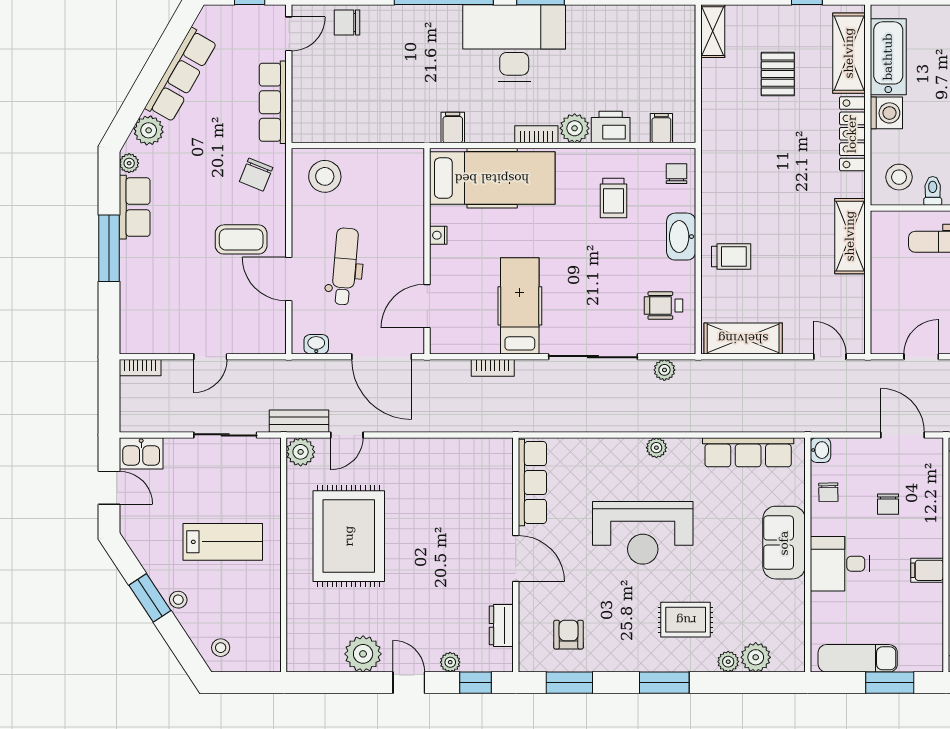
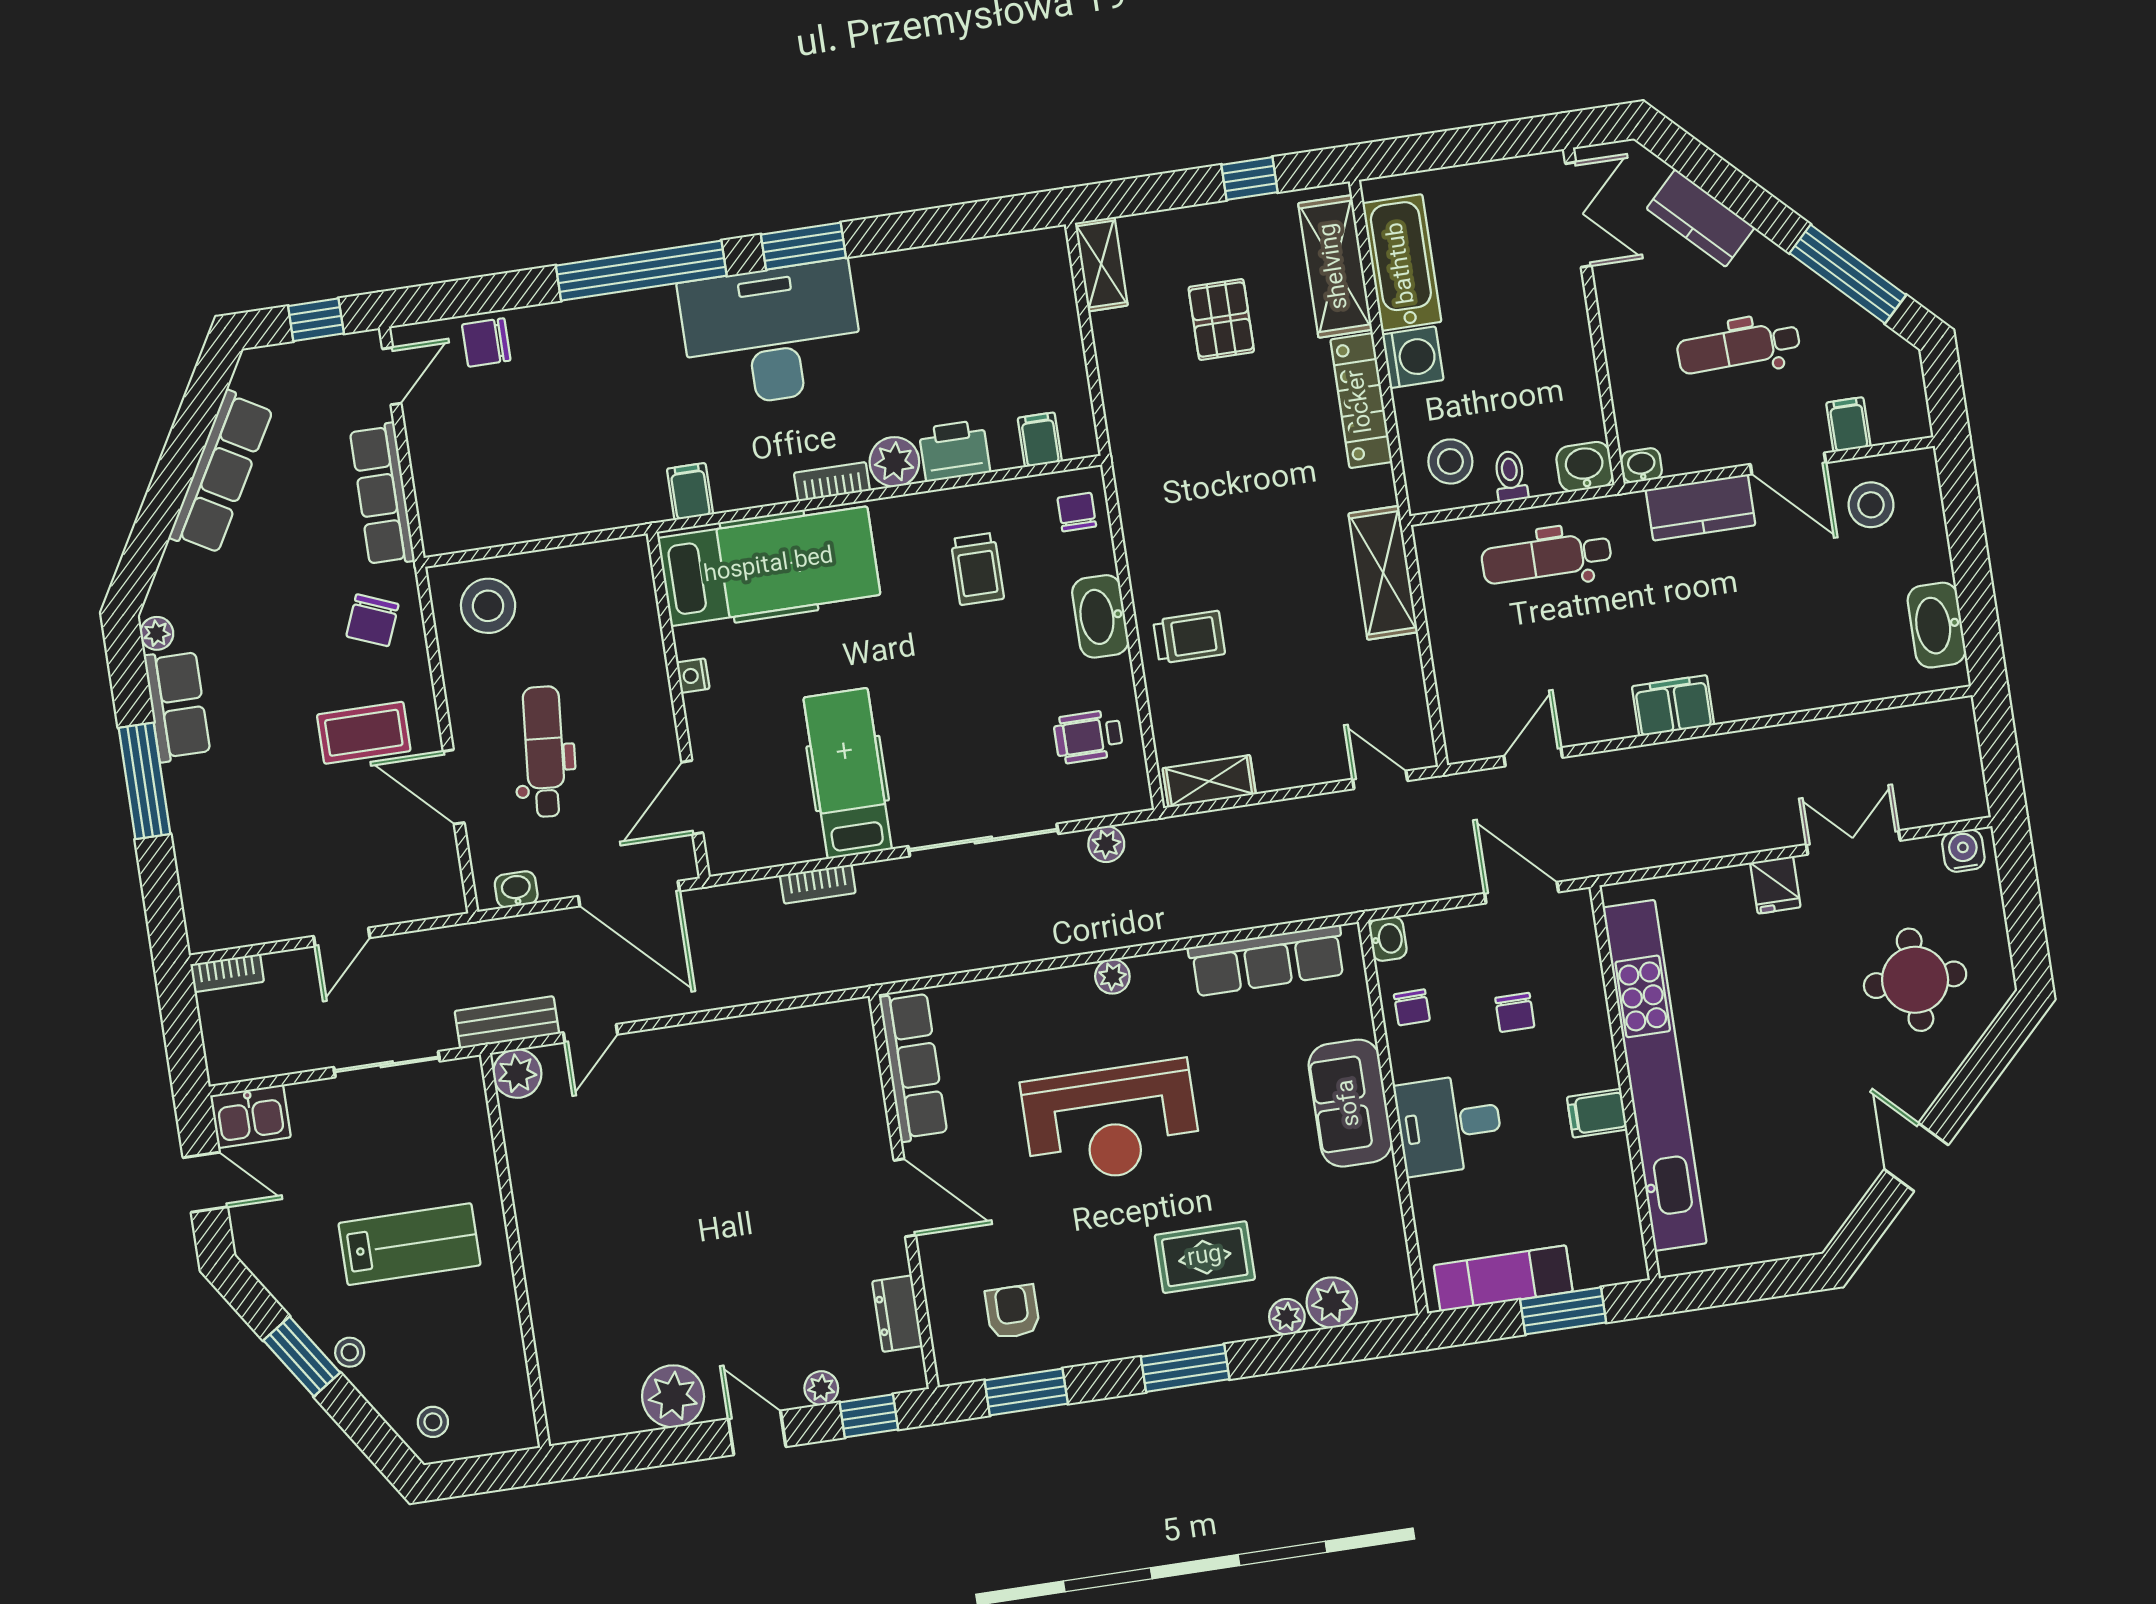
plant: (149, 130) -> (181, 573), removed
shelving: (743, 338) -> (1209, 781), width x0.67, depth x0.75
rug: (349, 536) -> (619, 1202), removed

